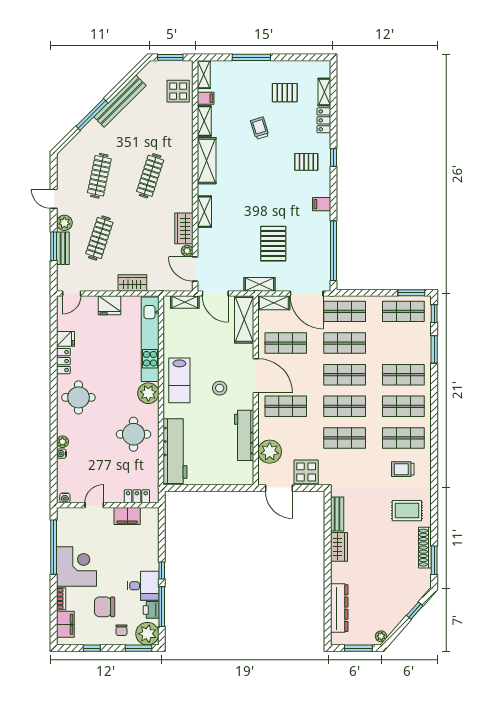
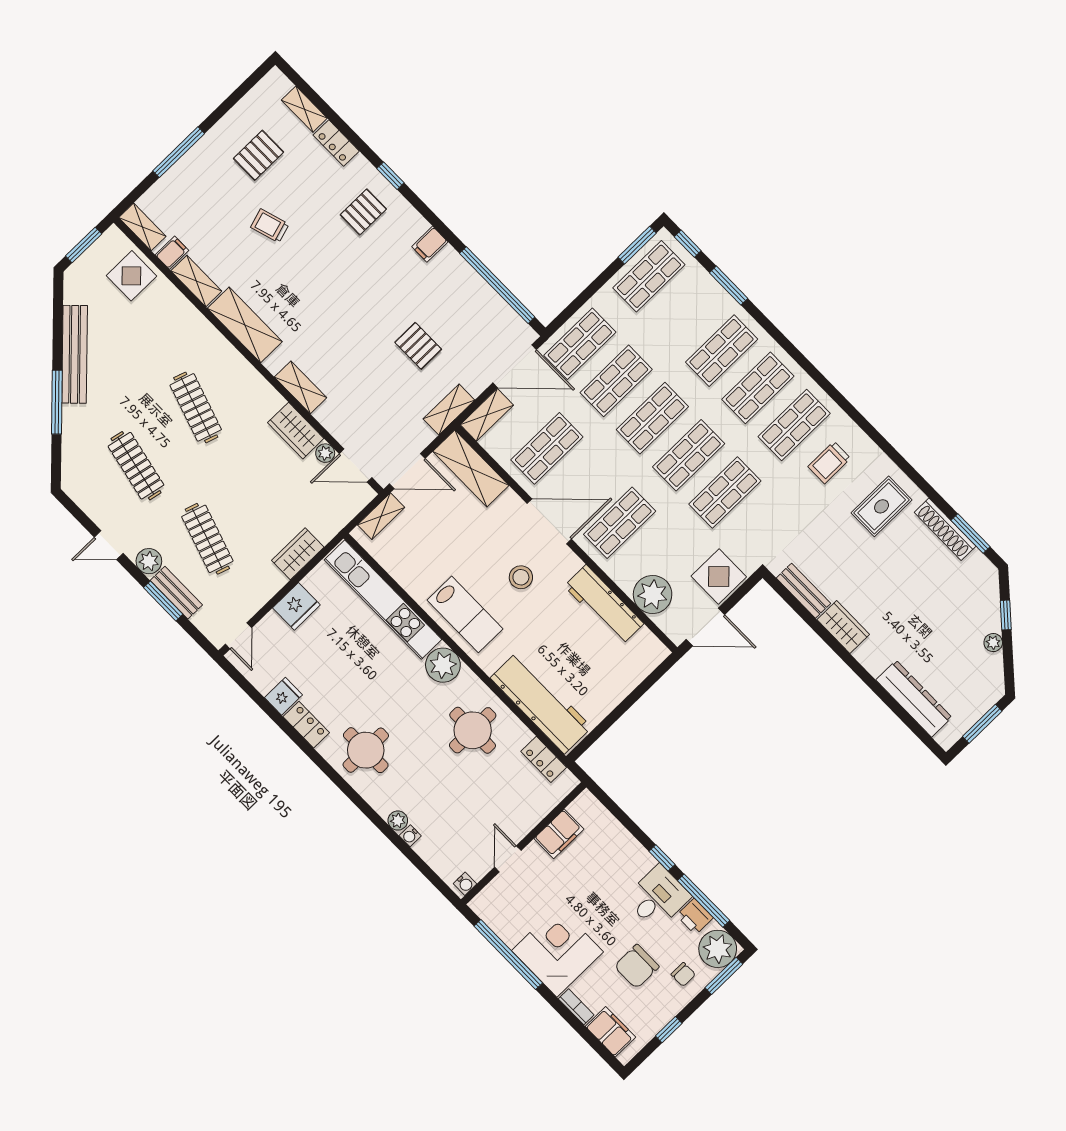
pallet: (273, 244) -> (418, 346), width x0.67, depth x0.71
locker: (137, 496) -> (544, 759), moved, turned -90
plant: (381, 636) -> (993, 643), moved

